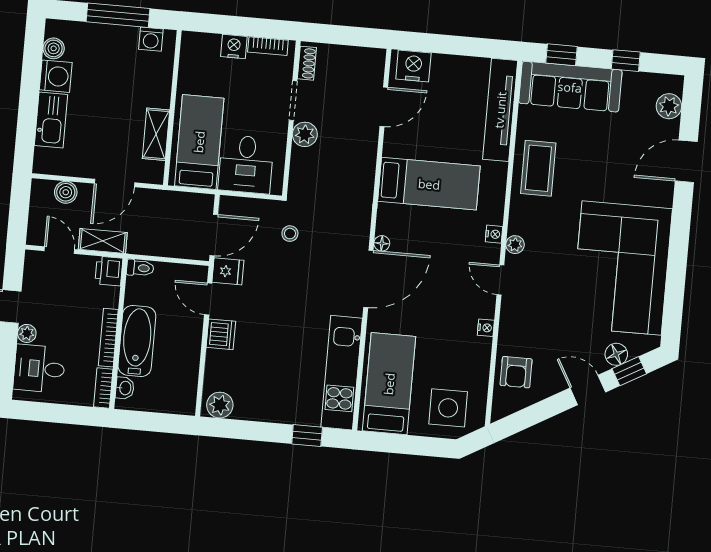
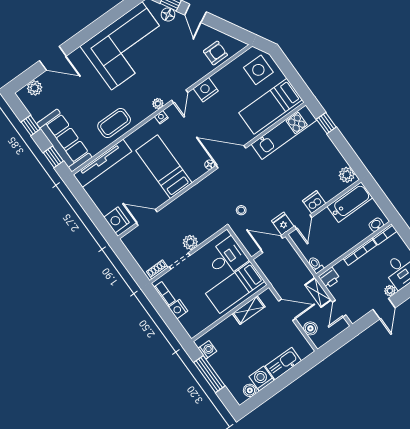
nightstand: (486, 328) -> (206, 90), width x1.89, depth x1.79
bathtub: (137, 341) -> (350, 202), moved, turned 180

